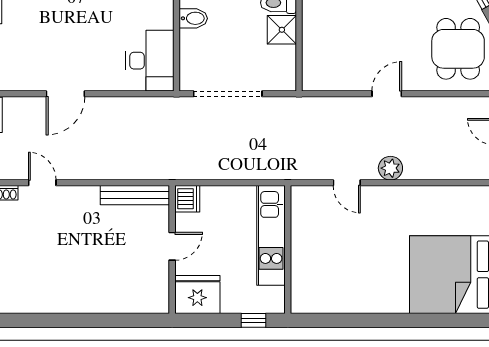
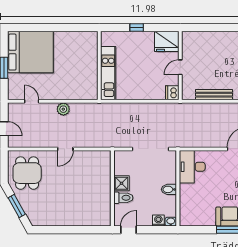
door: (347, 183) -> (32, 101), moved
bench: (135, 195) -> (214, 95), moved
kitchen unit: (271, 235) -> (108, 73), moved
wall: (288, 250) -> (99, 65), moved

